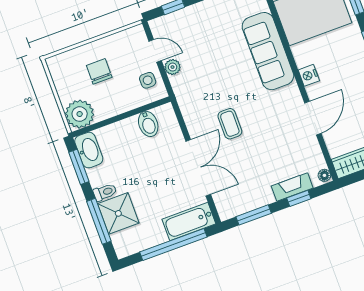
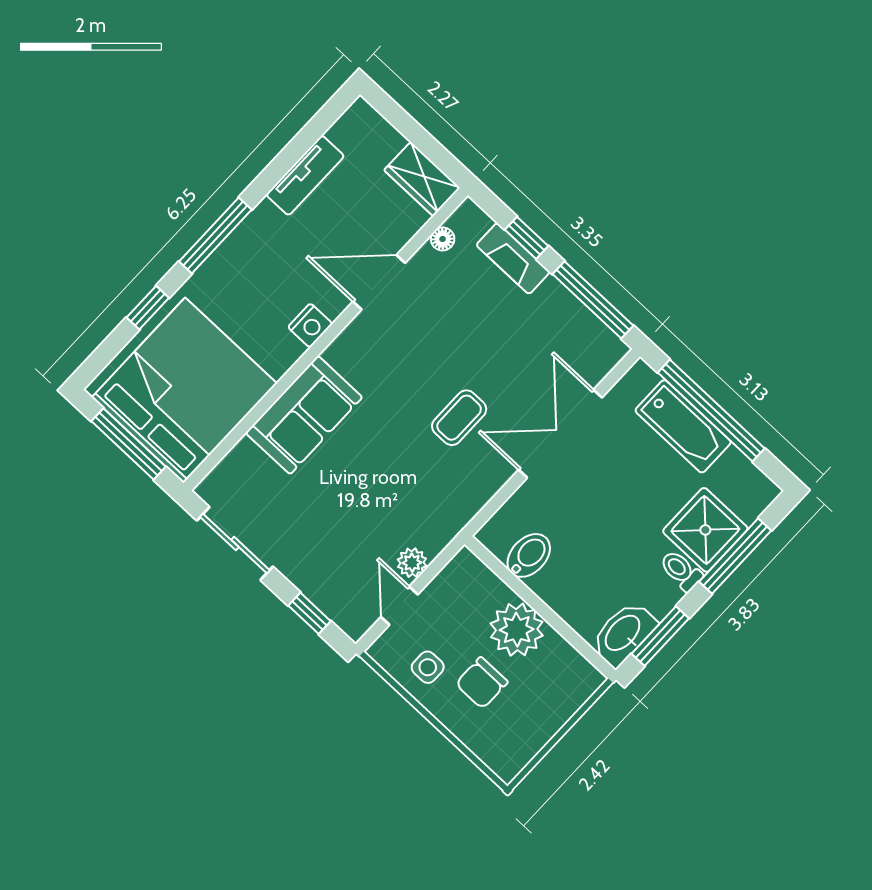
sofa: (268, 51) -> (304, 415), width x0.73
side table: (148, 80) -> (428, 667), moved
plant: (80, 114) -> (517, 630), moved
floor lamp: (324, 175) -> (443, 239), moved
window: (254, 215) -> (593, 300), width x1.44
bathtub: (189, 221) -> (683, 426), moved

